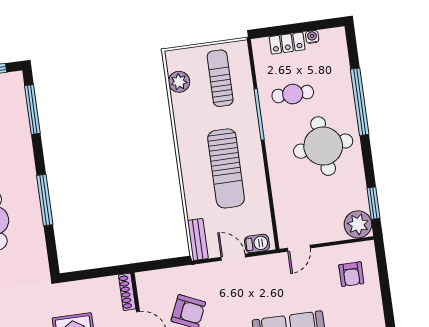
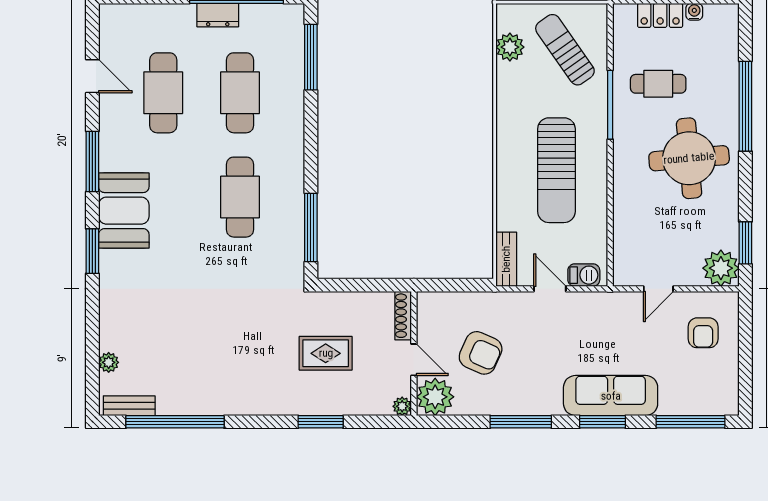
sun lounger: (220, 78) -> (565, 50), turned -35
window: (45, 200) -> (311, 228), moved
door: (299, 248) -> (658, 289), moved

